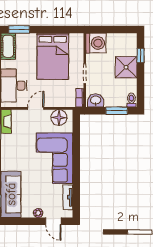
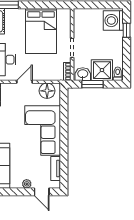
washing machine: (96, 43) -> (113, 21), moved, turned 180
shower: (126, 67) -> (102, 70), moved
window: (117, 111) -> (93, 84), moved

